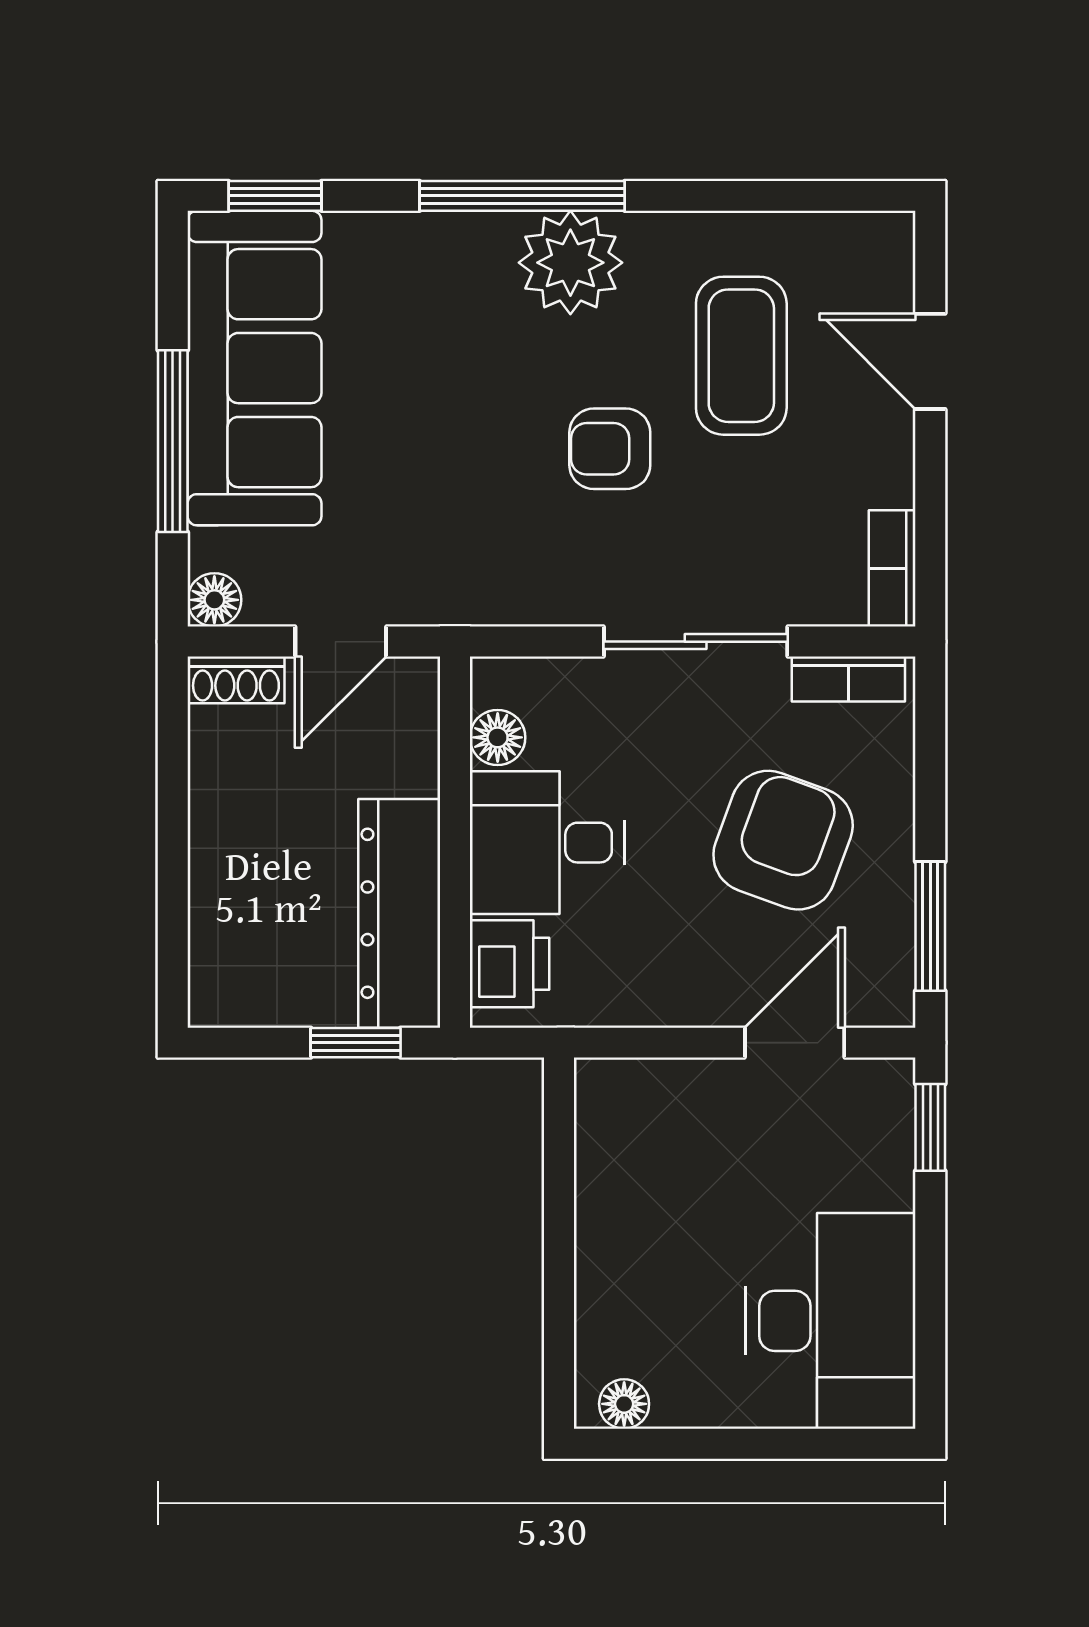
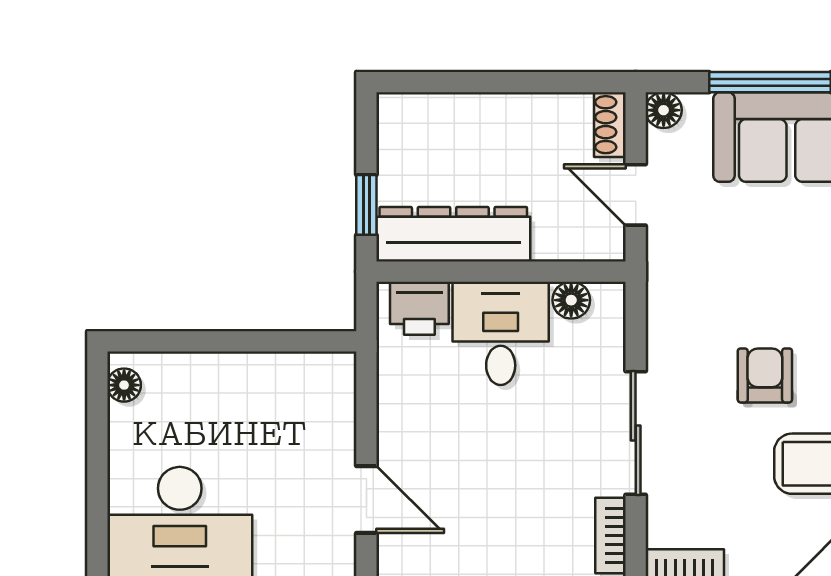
armchair: (783, 840) -> (502, 492), removed

